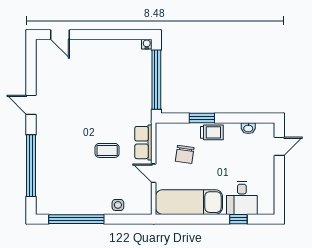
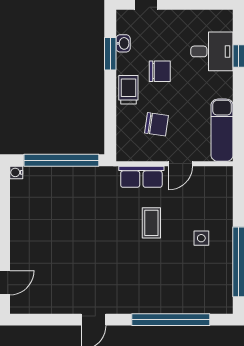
window: (202, 118) -> (110, 54), moved
chair: (226, 157) -> (160, 71), added
exam couch: (189, 202) -> (222, 130), width x0.73, depth x0.69
side table: (118, 205) -> (201, 238), moved

